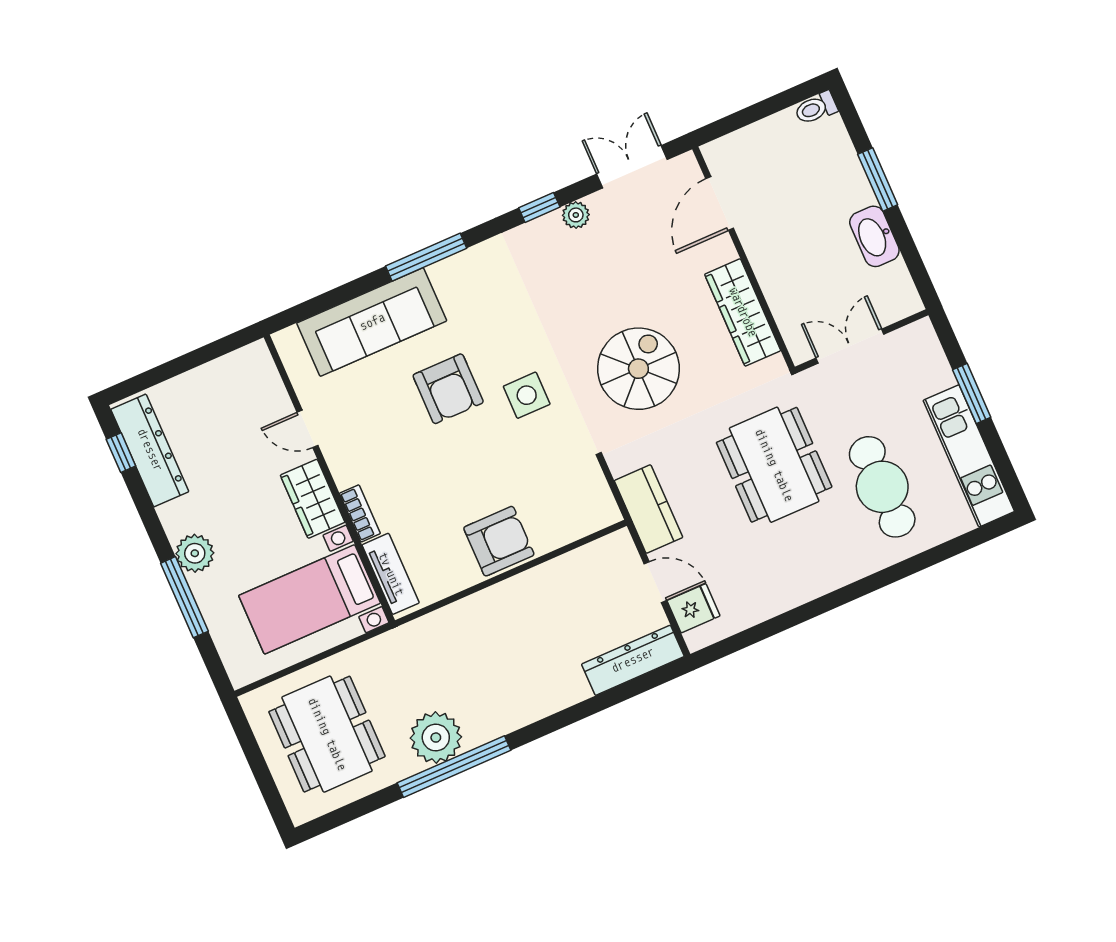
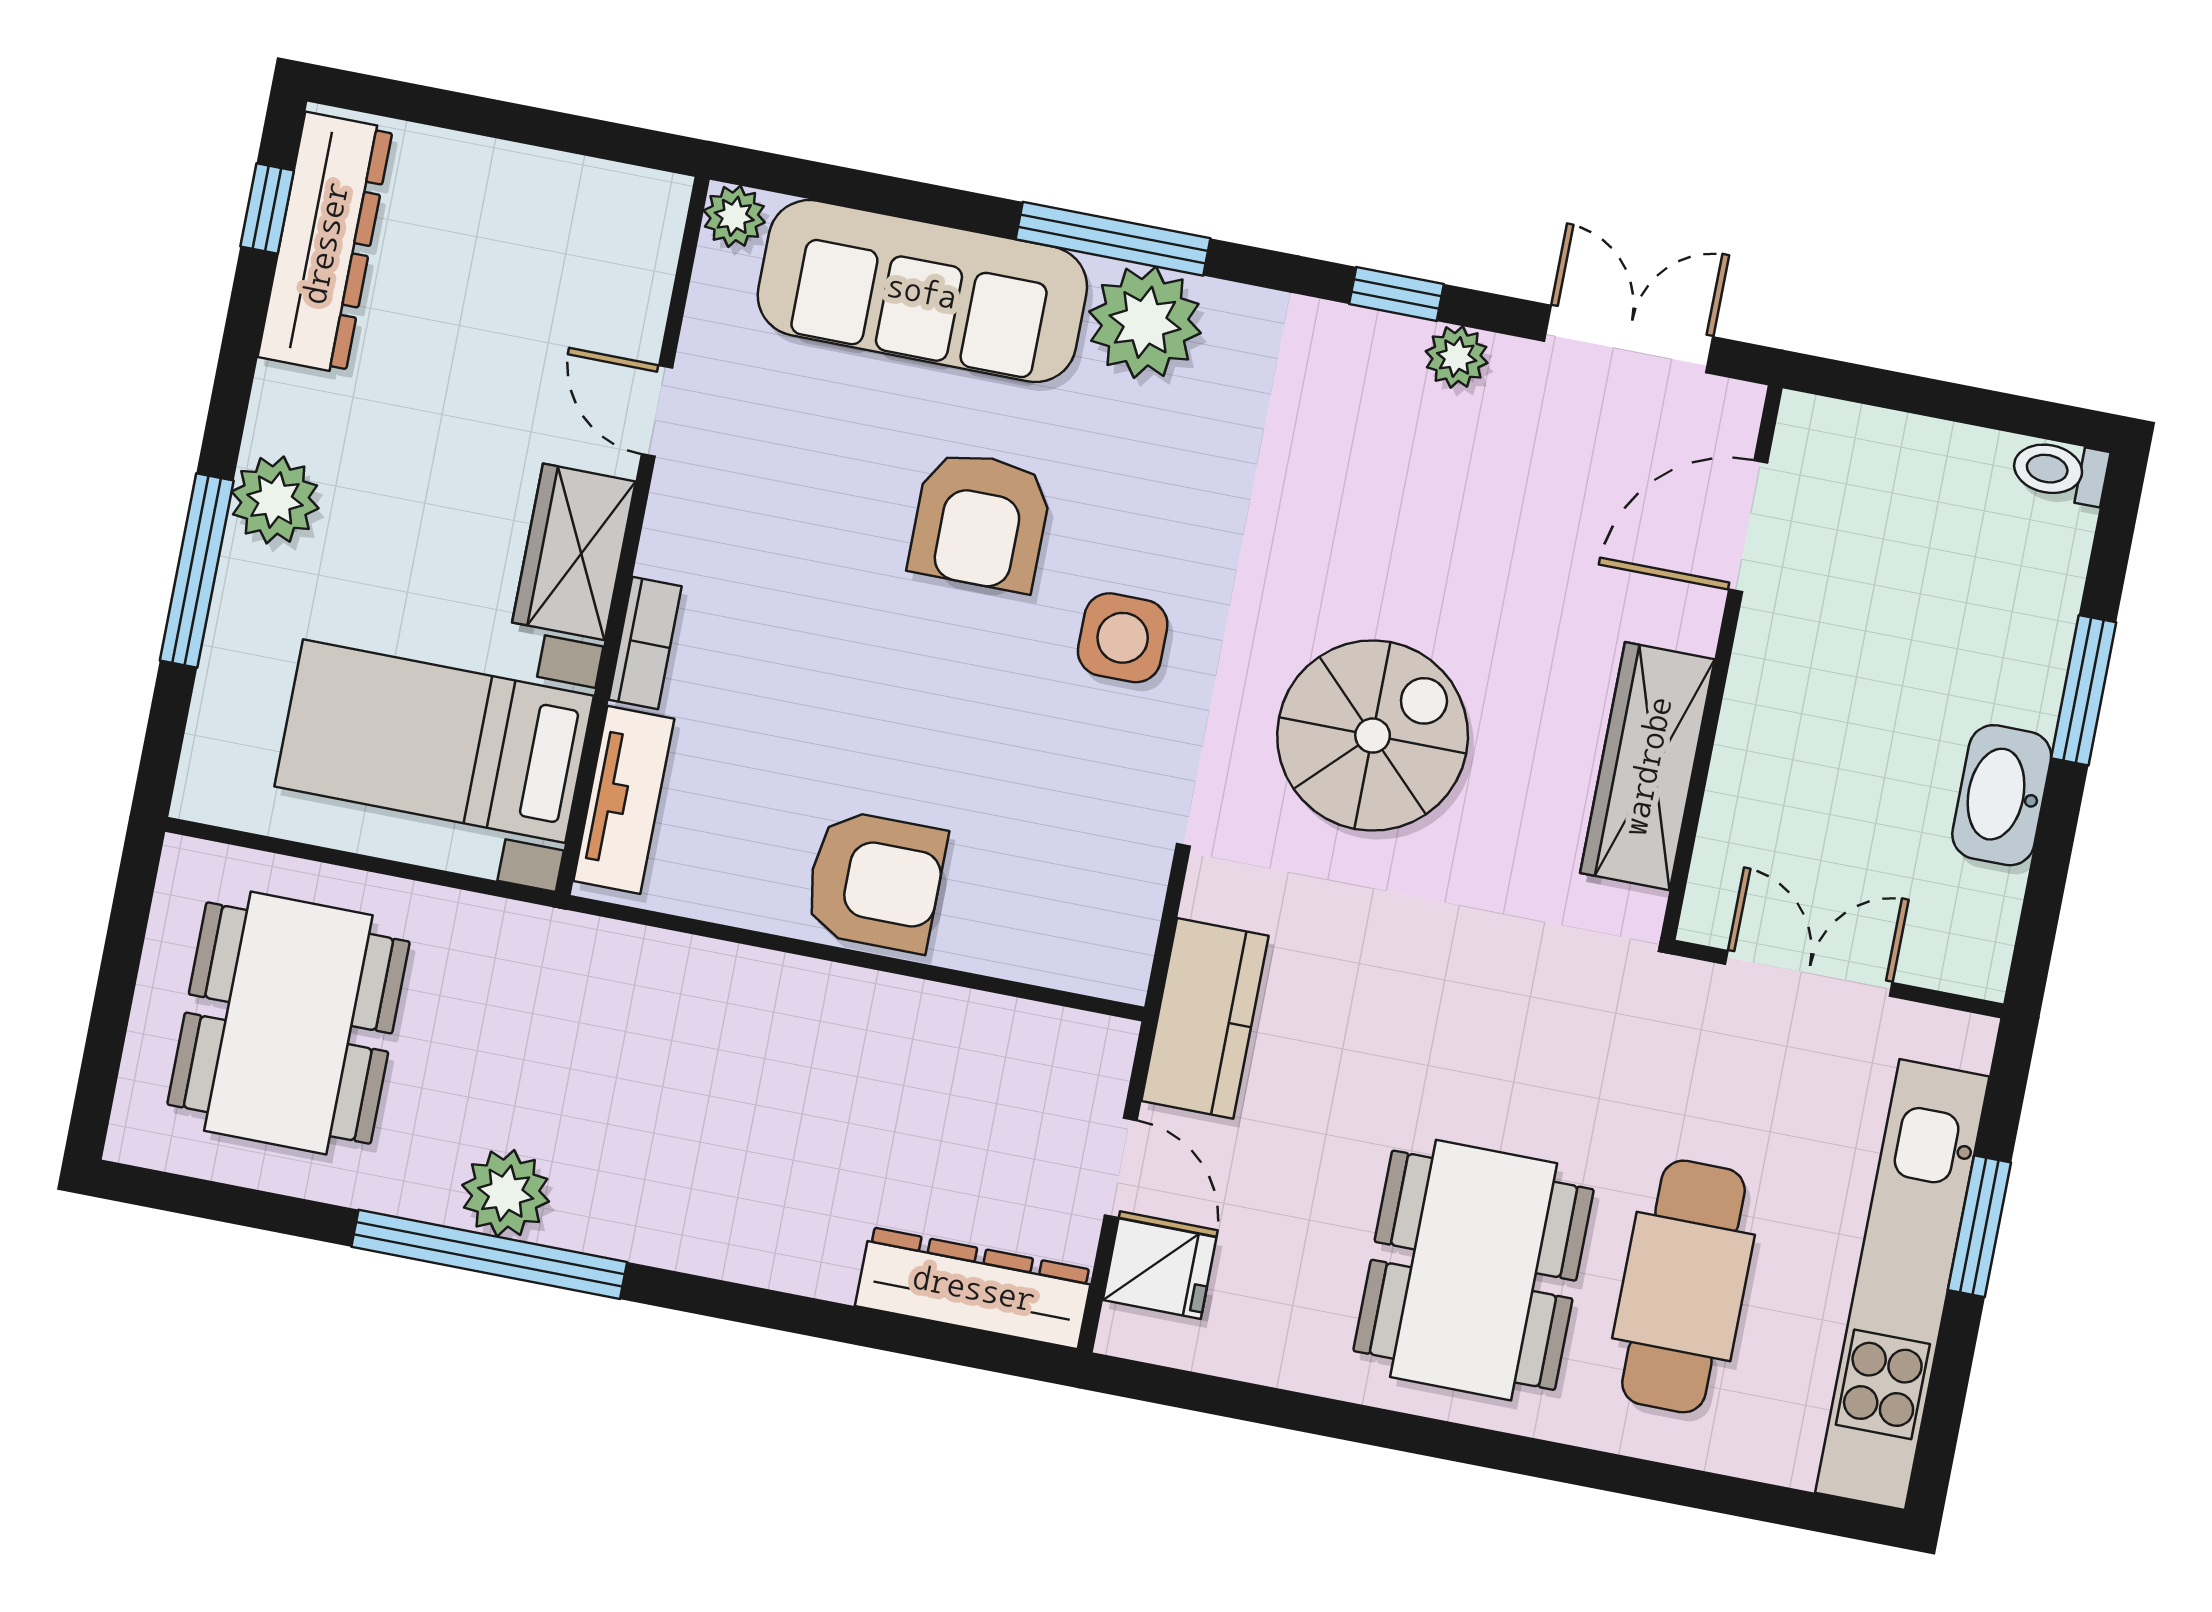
plant: (458, 279) -> (1145, 322), added
plant: (287, 342) -> (734, 216), added
kitchen unit: (969, 456) -> (1902, 1285), width x1.36
dining table: (774, 465) -> (1474, 1270), moved
plant: (436, 738) -> (506, 1193), width x0.73, depth x0.73

